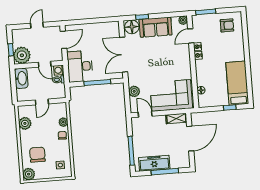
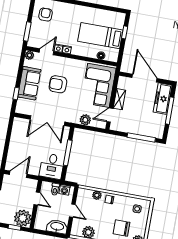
floor lamp: (132, 27) -> (23, 106), removed
door: (191, 36) -> (46, 52), swing flipped
door: (63, 40) -> (18, 174), hinge flipped
armchair: (162, 55) -> (58, 84), added
door: (45, 64) -> (37, 199), hinge flipped
desk: (80, 66) -> (52, 166), width x0.73
washing machine: (59, 70) -> (64, 190), moved
washbasin: (21, 78) -> (57, 227), moved
bed: (237, 83) -> (100, 36), moved
shelving: (176, 118) -> (119, 99), moved
freezer: (154, 163) -> (163, 99), moved

